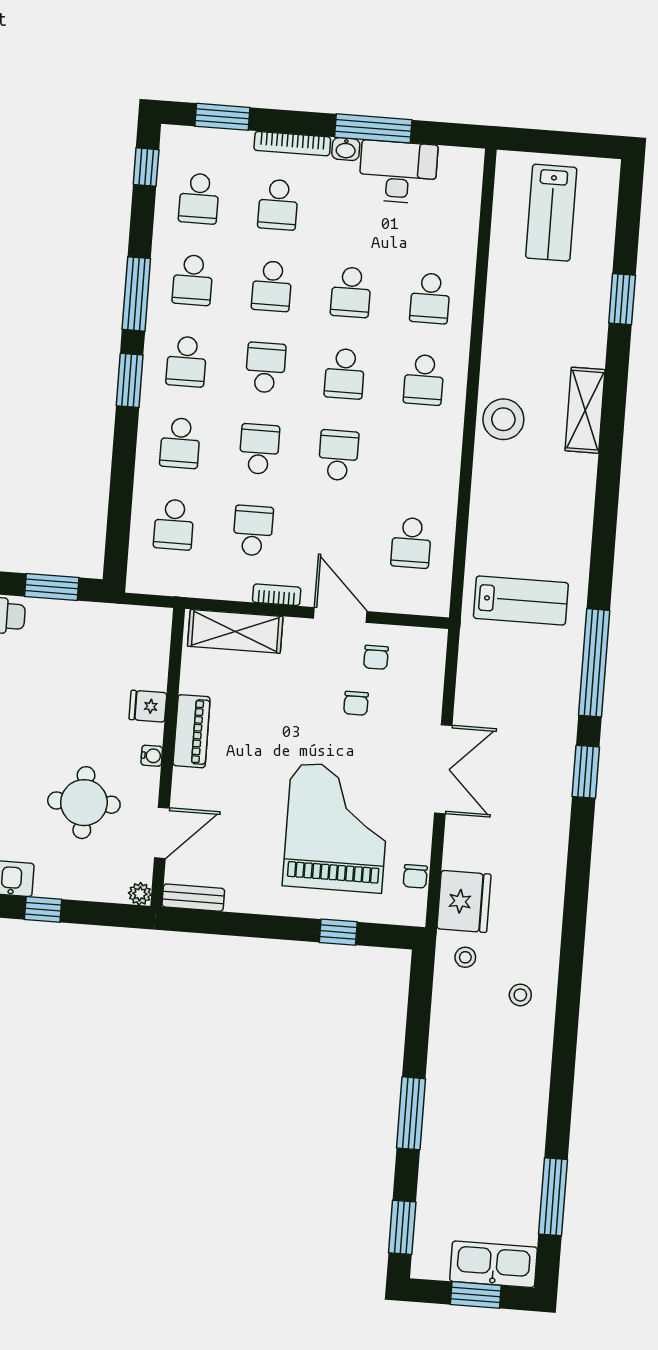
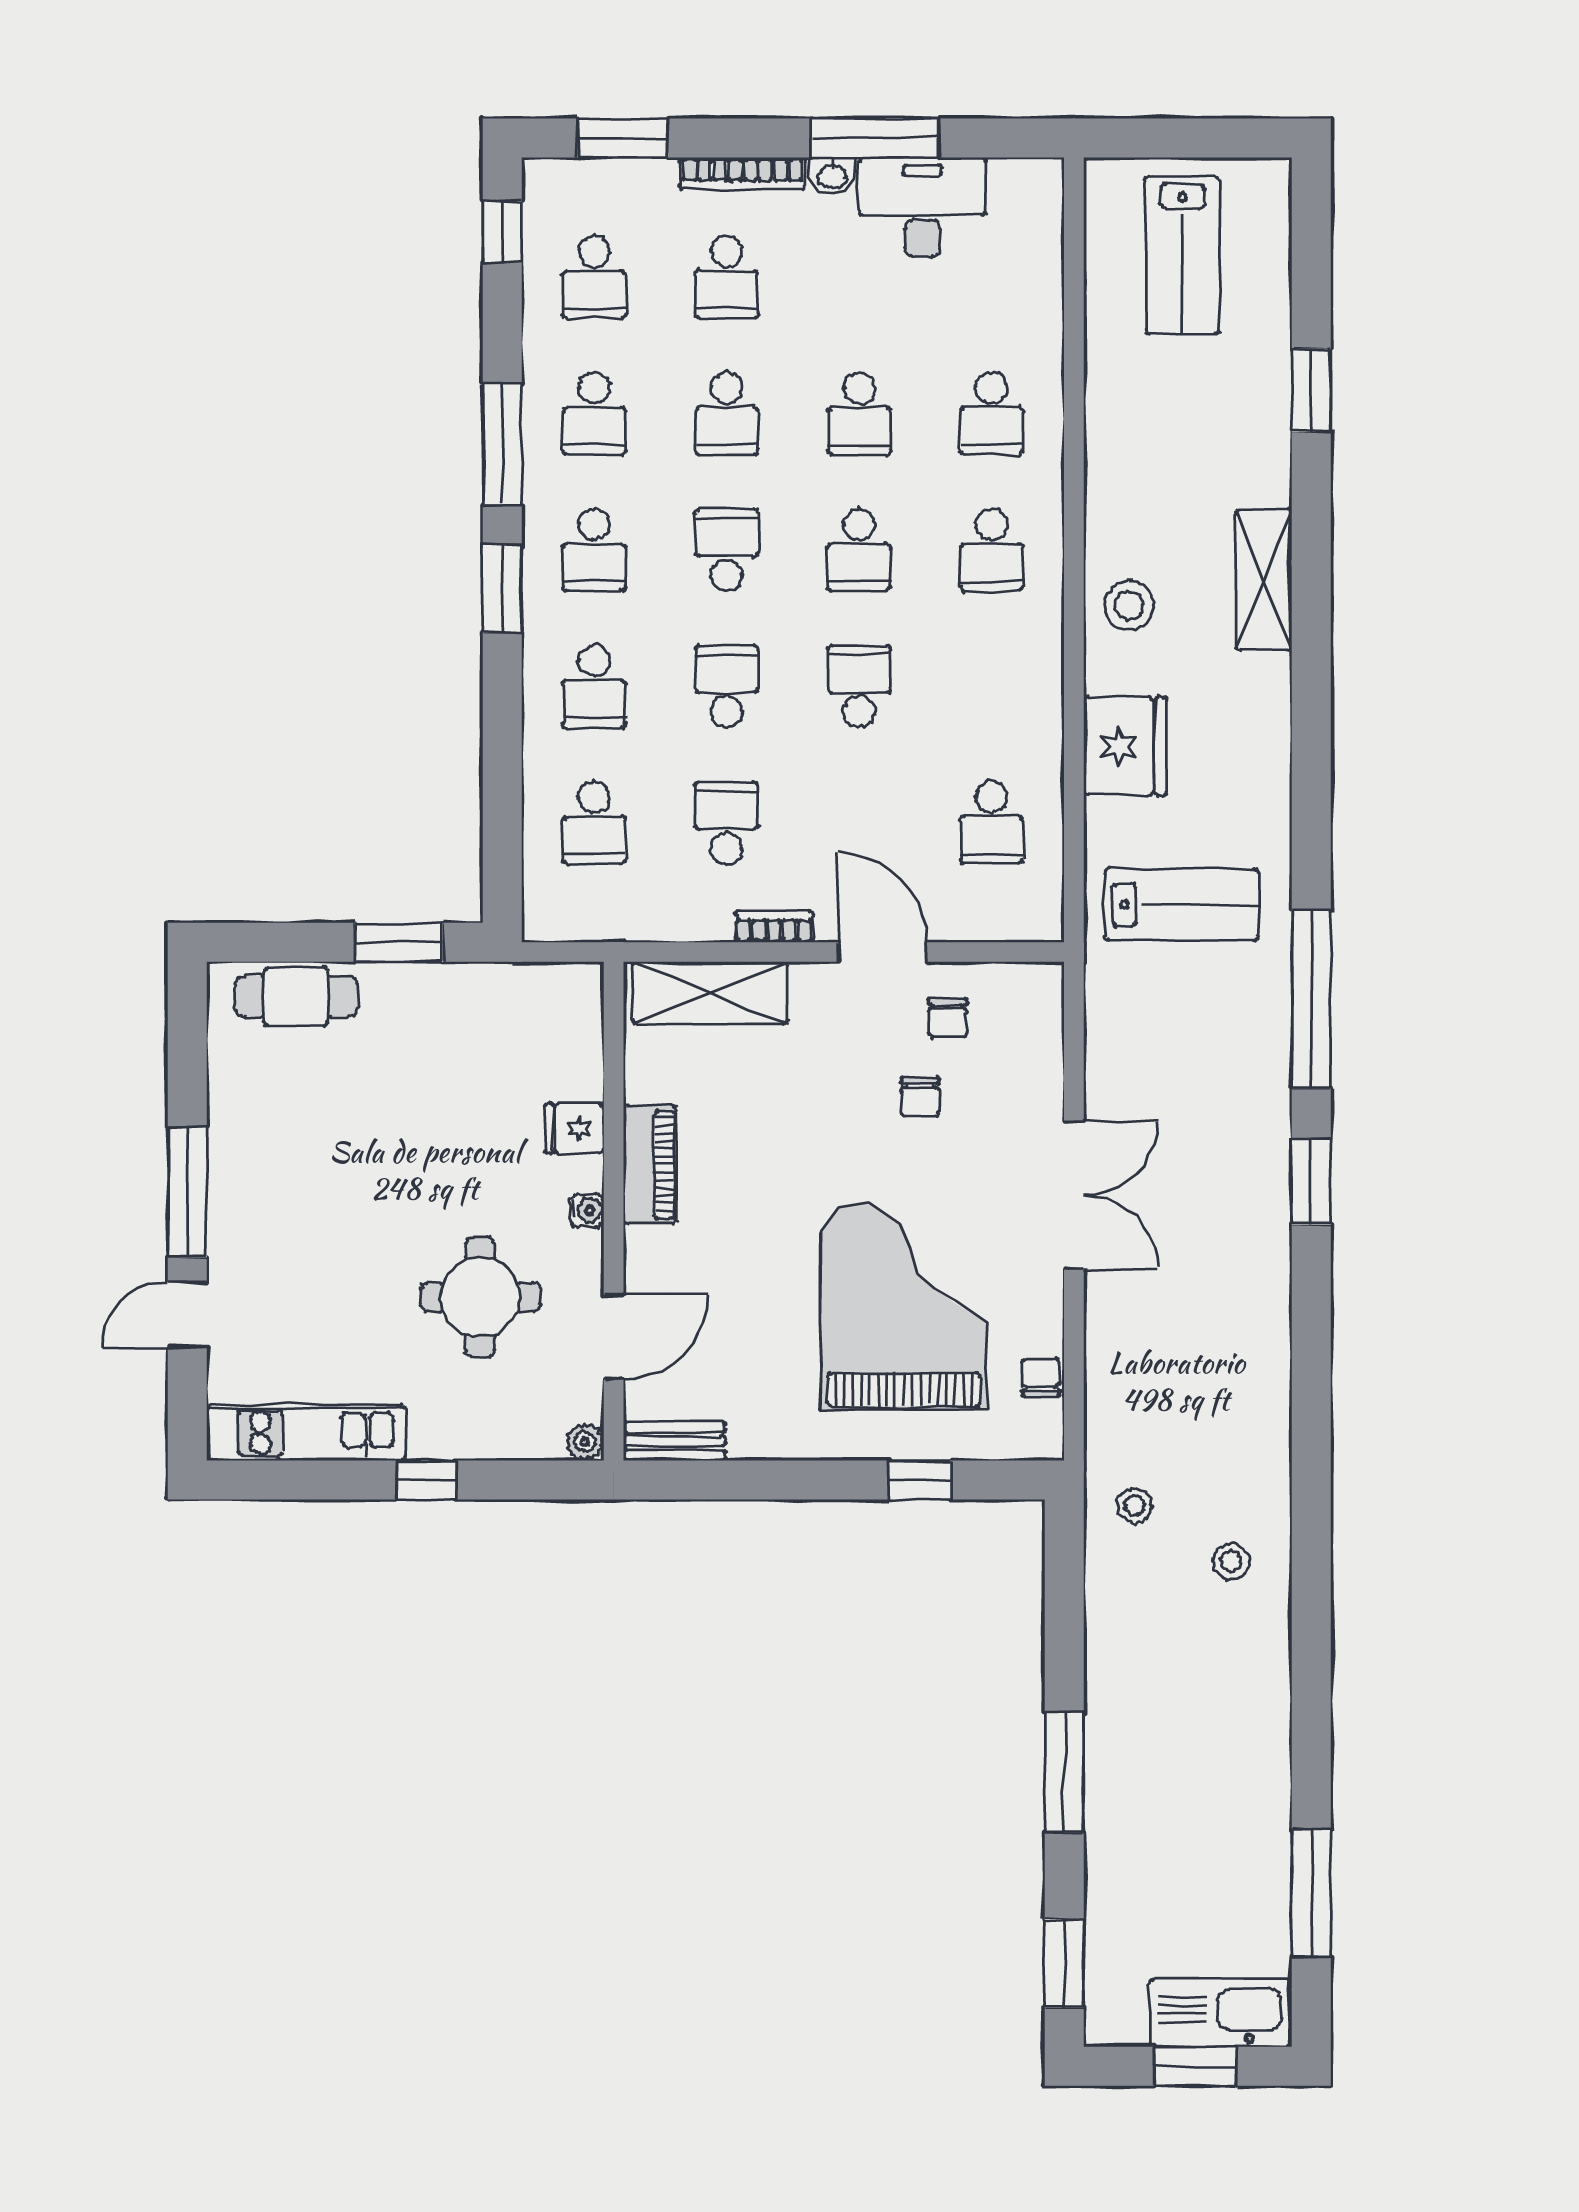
stool: (503, 419) -> (1129, 605), width x0.73, depth x0.73
chair: (415, 876) -> (1041, 1377), turned 180
fridge: (464, 902) -> (1125, 746), moved

